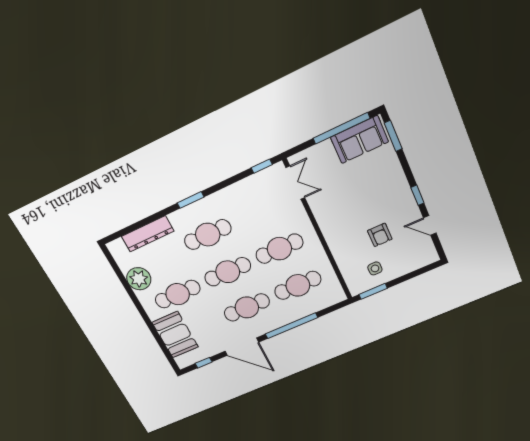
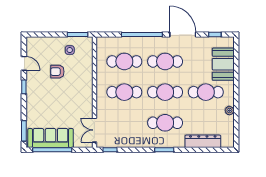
sofa: (359, 140) -> (51, 138), width x1.36
armchair: (380, 235) -> (57, 72), turned -90
plant: (139, 279) -> (229, 111), width x0.53, depth x0.53

